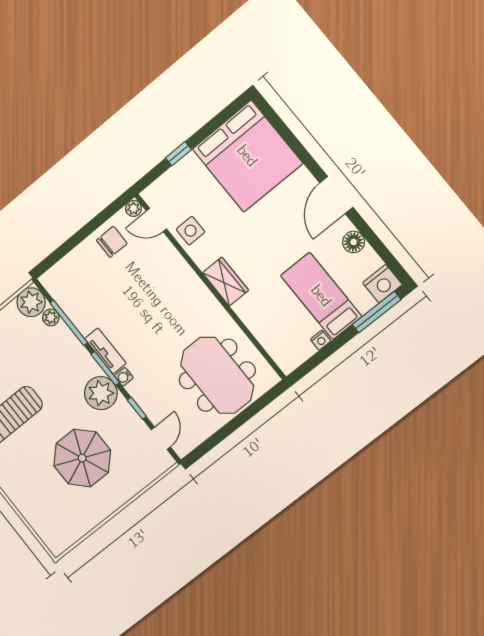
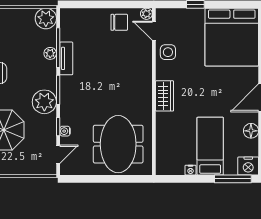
plant: (51, 317) -> (50, 53), moved
tv unit: (105, 351) -> (66, 58), moved
water cooler: (124, 377) -> (65, 131), moved

